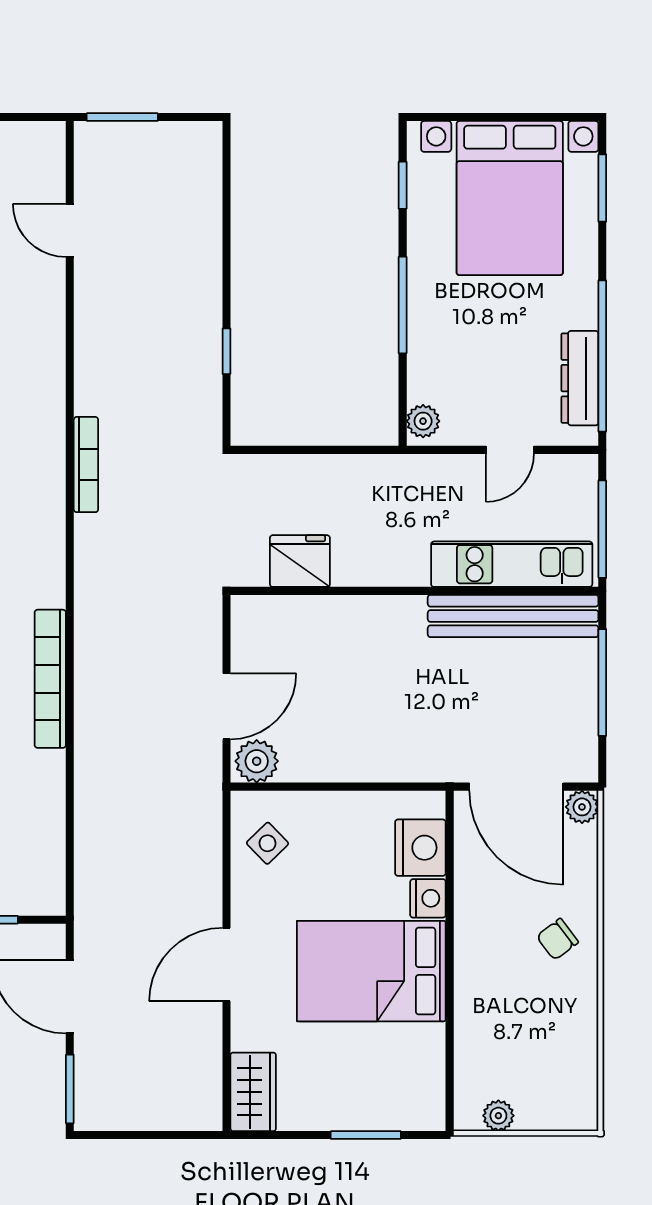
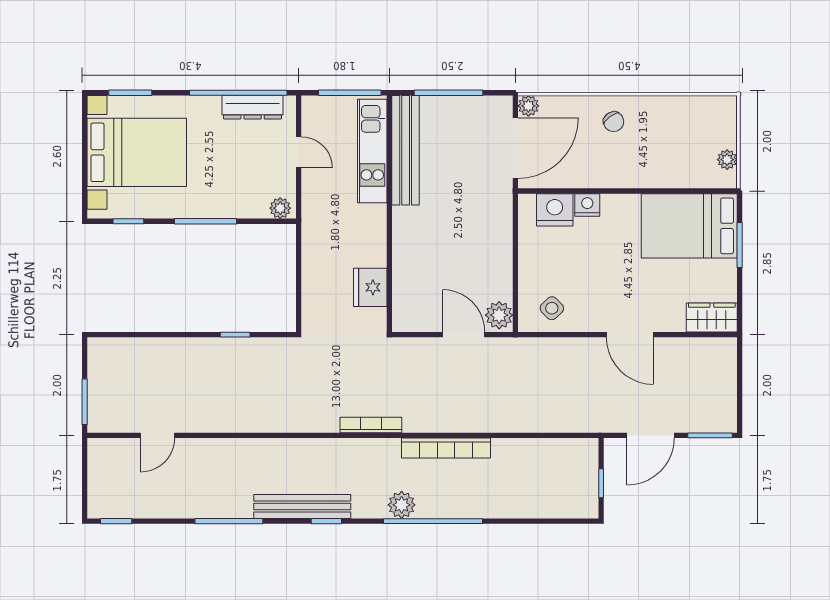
bookcase: (86, 465) -> (371, 425), moved
bed: (371, 971) -> (689, 226), moved, turned 90

